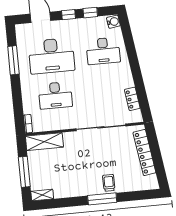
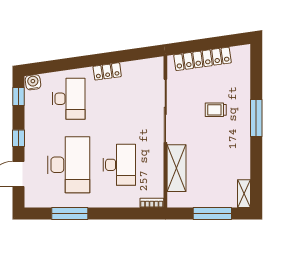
window: (90, 13) -> (19, 97), moved
locker: (132, 99) -> (107, 71), moved
shelving: (44, 142) -> (176, 168), moved
trolley: (109, 183) -> (216, 110), moved

